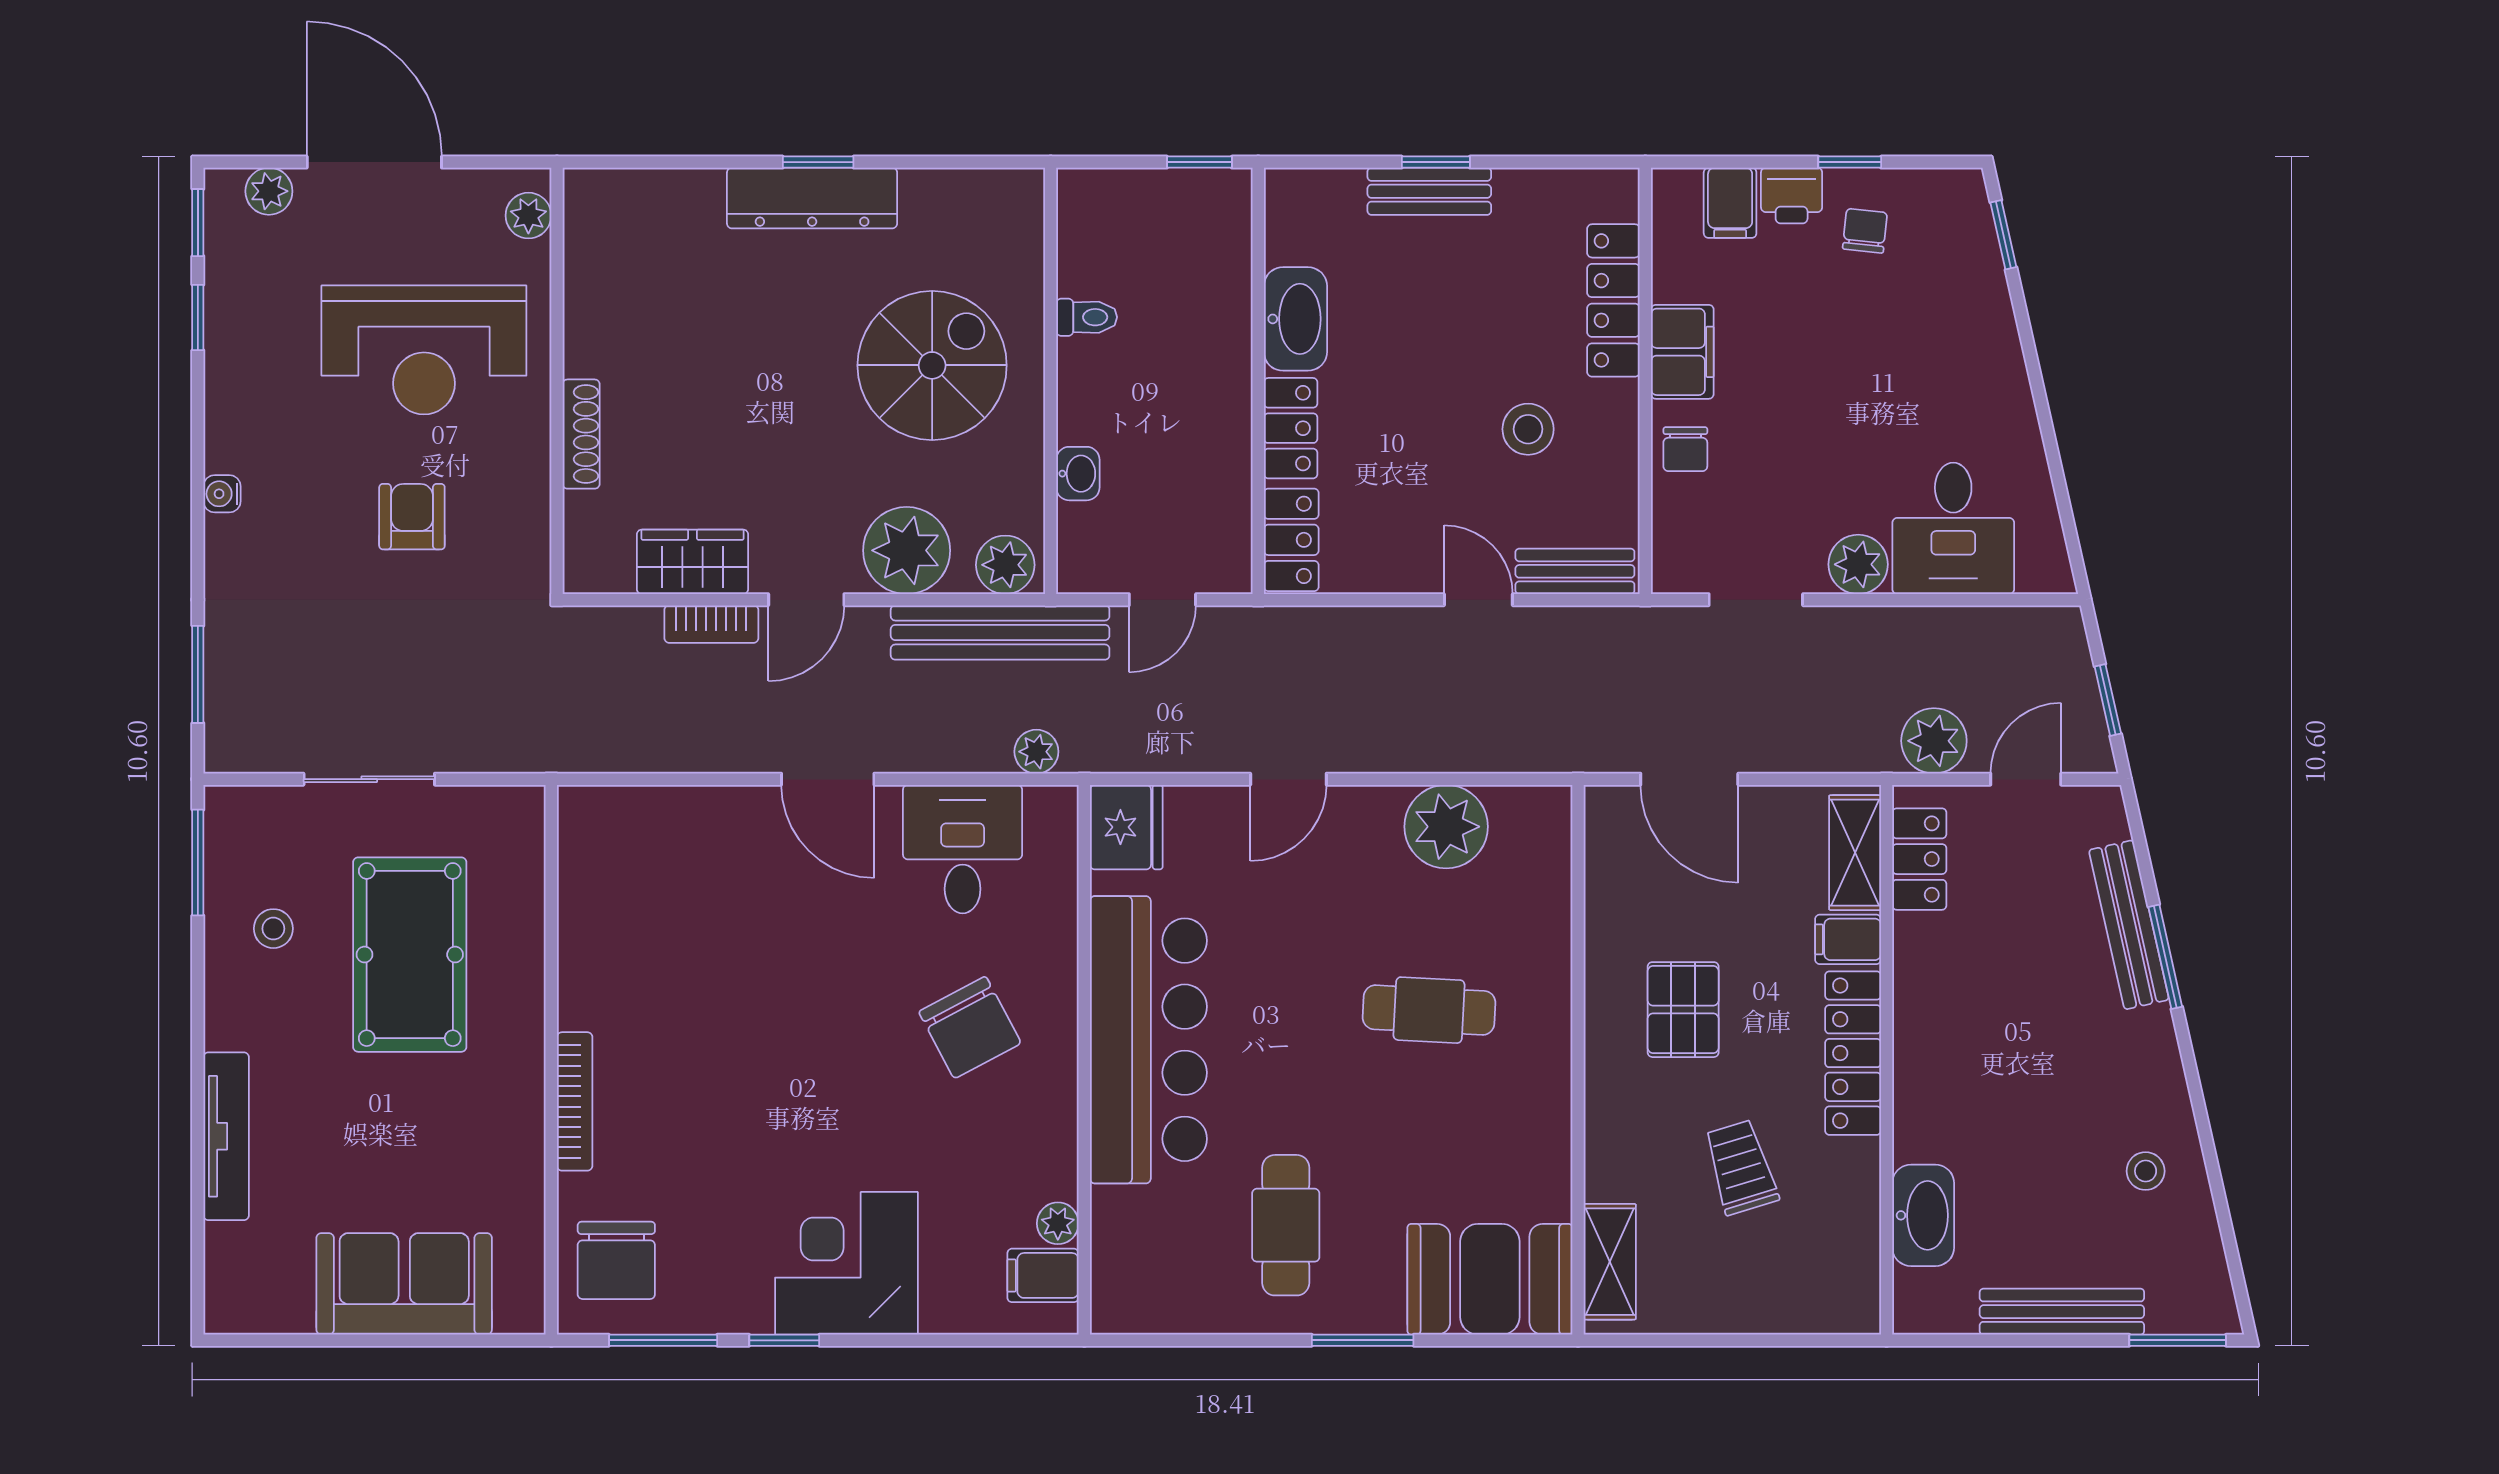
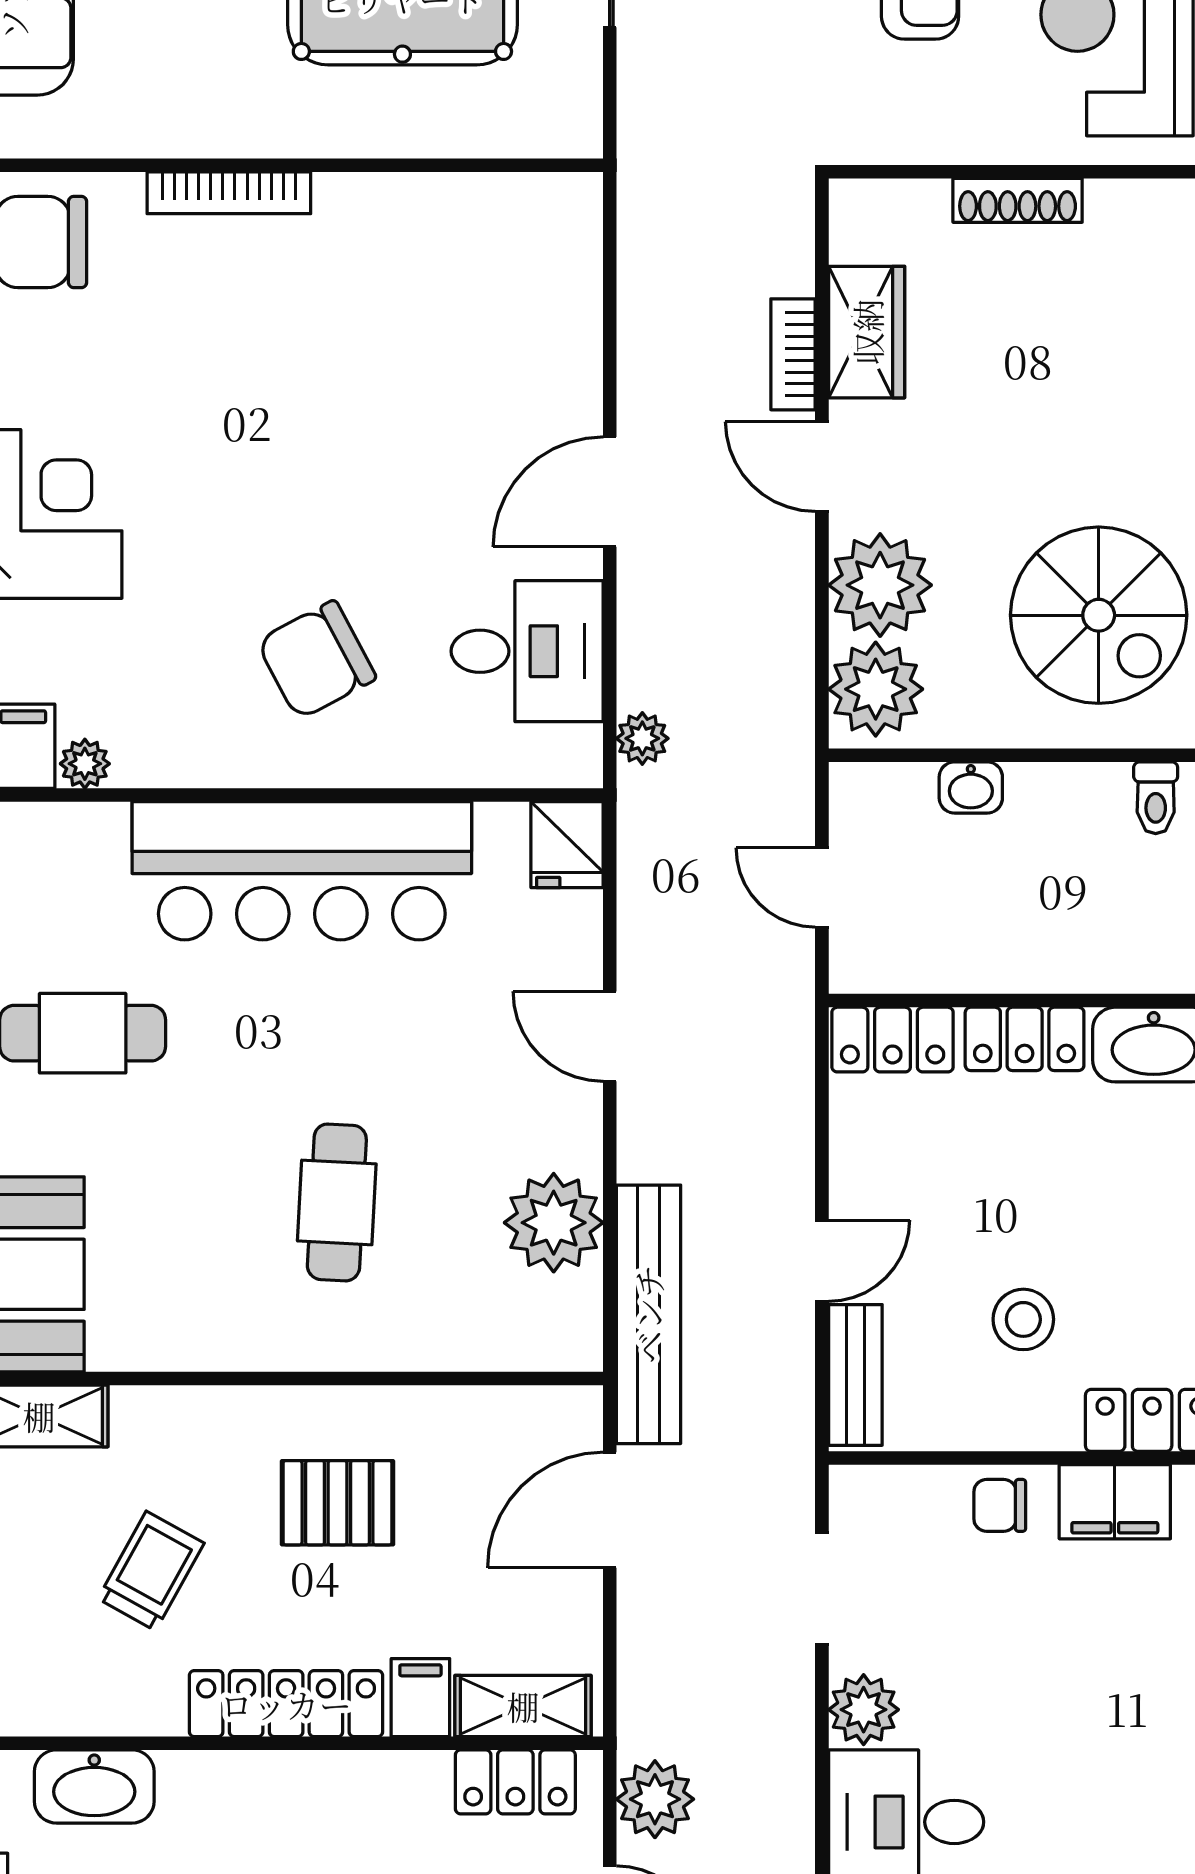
plant: (1005, 565) -> (876, 689), width x1.36, depth x1.36
bench: (1000, 632) -> (648, 1314), moved
fridge: (1126, 827) -> (567, 845), width x0.72
trolley: (1741, 1167) -> (151, 1571), turned -44

